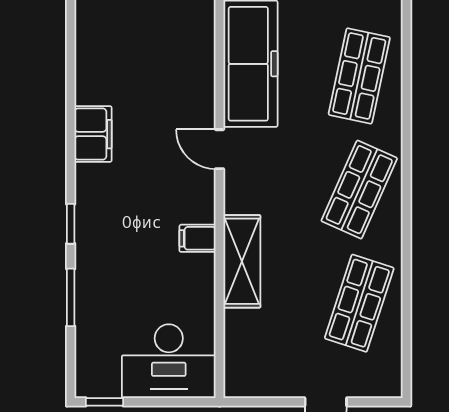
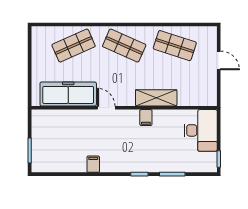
shop shelf: (359, 76) -> (74, 46), turned -36
filing cabinet: (93, 134) -> (93, 164), width x0.50
door: (220, 149) -> (106, 108), swing flipped

